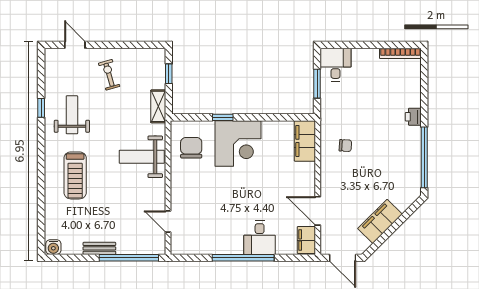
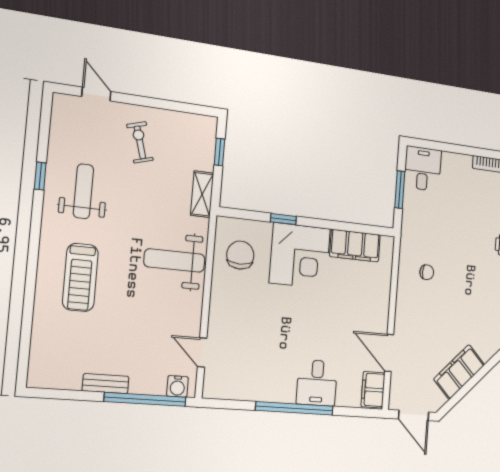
filing cabinet: (305, 141) -> (355, 246), moved, turned -90
water cooler: (53, 247) -> (177, 386), moved

